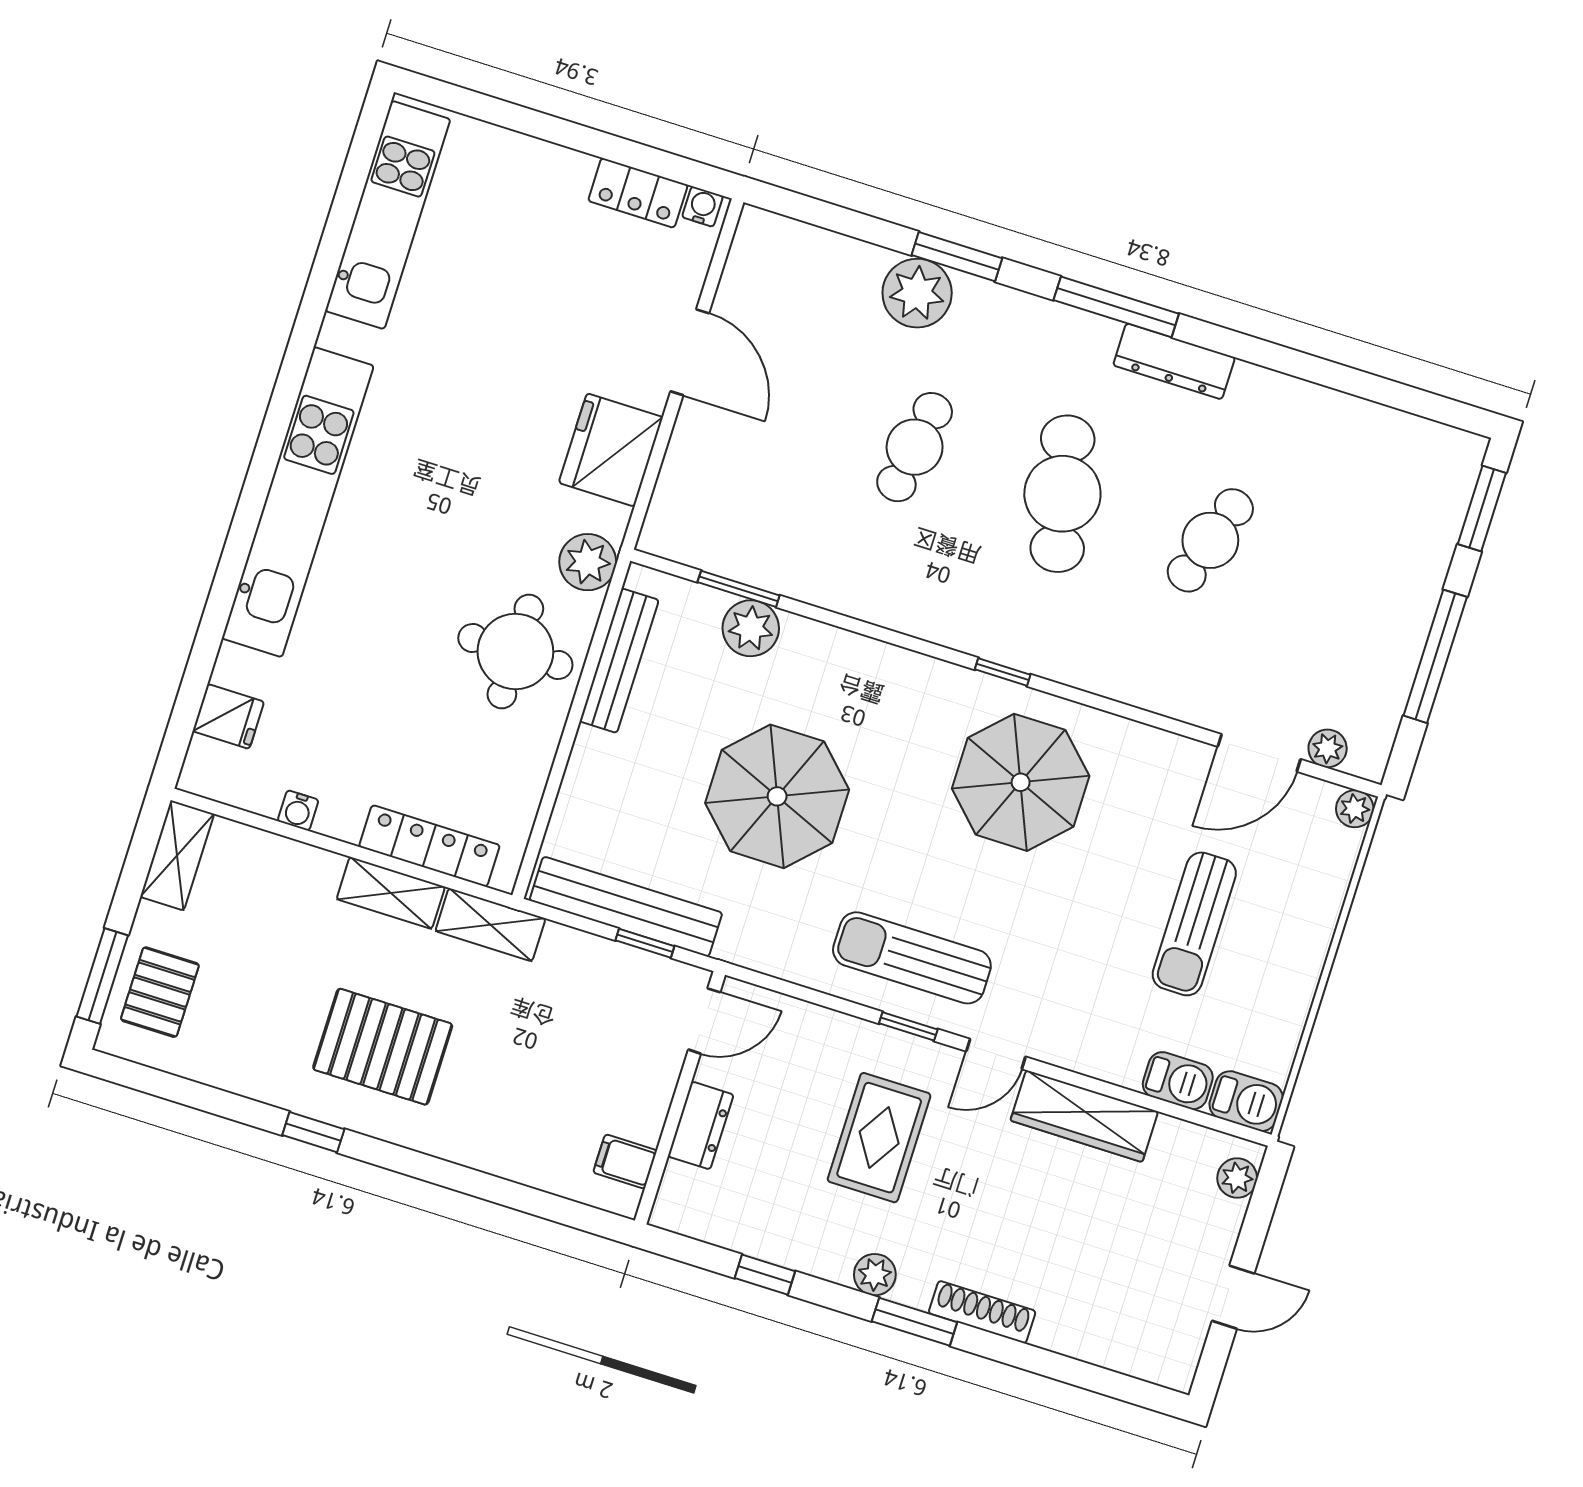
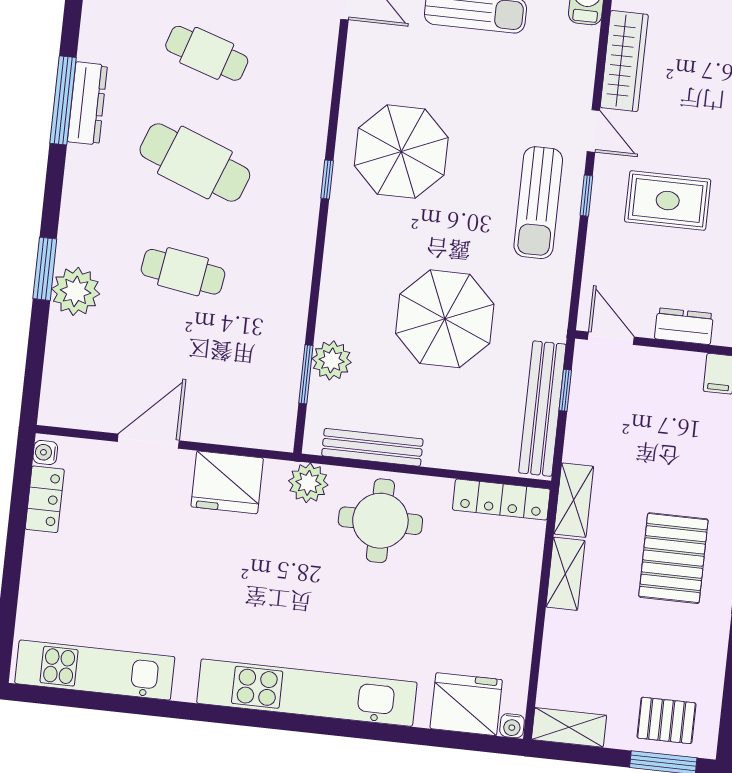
window: (1116, 307) -> (63, 100), moved
cafe table: (1062, 494) -> (195, 163), turned 33
fridge: (228, 716) -> (466, 704), width x1.88, depth x1.34
water cooler: (298, 810) -> (512, 726), moved, turned 90
locker: (429, 846) -> (501, 500), moved, turned -90

